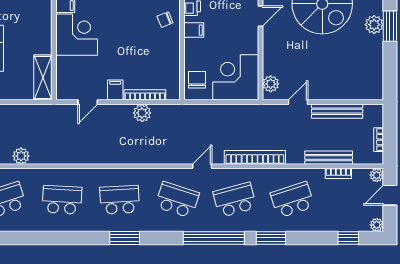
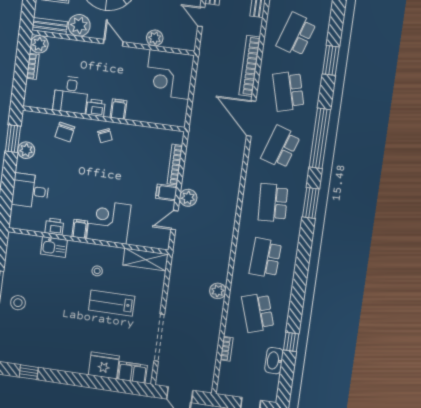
stool: (24, 29) -> (97, 271), added
chair: (197, 80) -> (167, 112), removed
plant: (271, 84) -> (155, 38), moved
door: (88, 102) -> (175, 220), swing flipped
plant: (142, 113) -> (188, 198), moved
door: (202, 166) -> (251, 118), width x1.88
school desk: (292, 200) -> (296, 34), turned 36
window: (214, 238) -> (320, 138), moved

